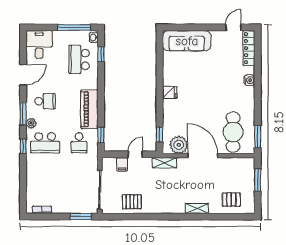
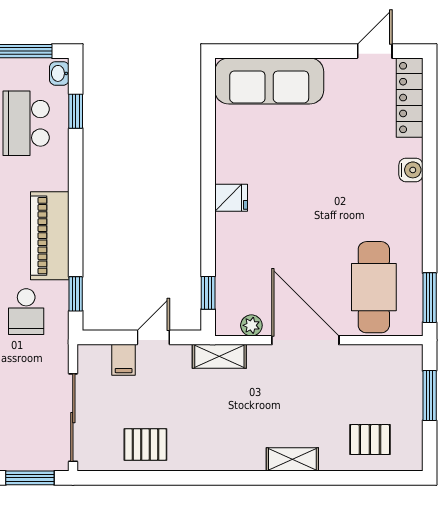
plant: (179, 145) -> (251, 325), width x0.53, depth x0.53

